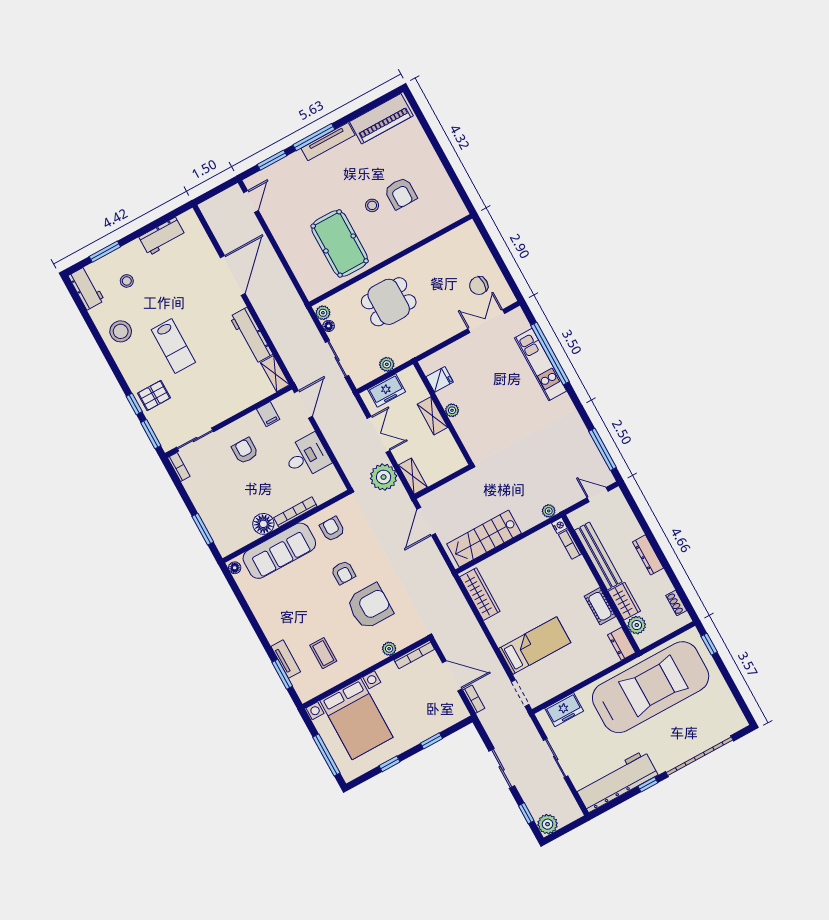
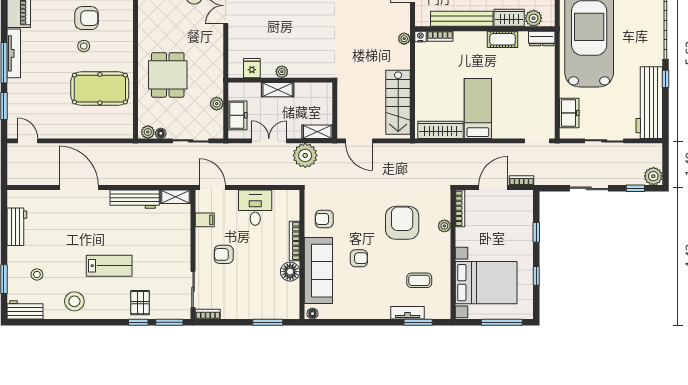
armchair: (343, 573) -> (359, 258), moved
bed: (535, 646) -> (478, 108), moved

